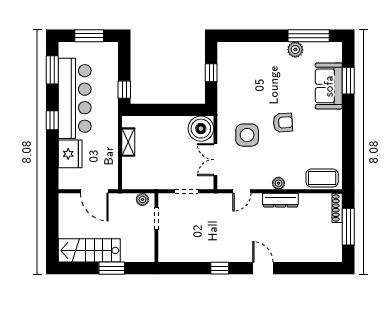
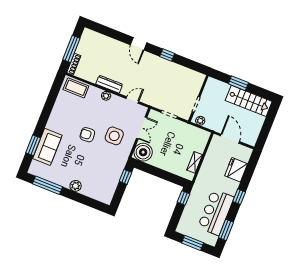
plant: (295, 50) -> (76, 186), moved
window: (211, 73) -> (125, 177), moved
bar counter: (75, 98) -> (216, 212), width x0.73

